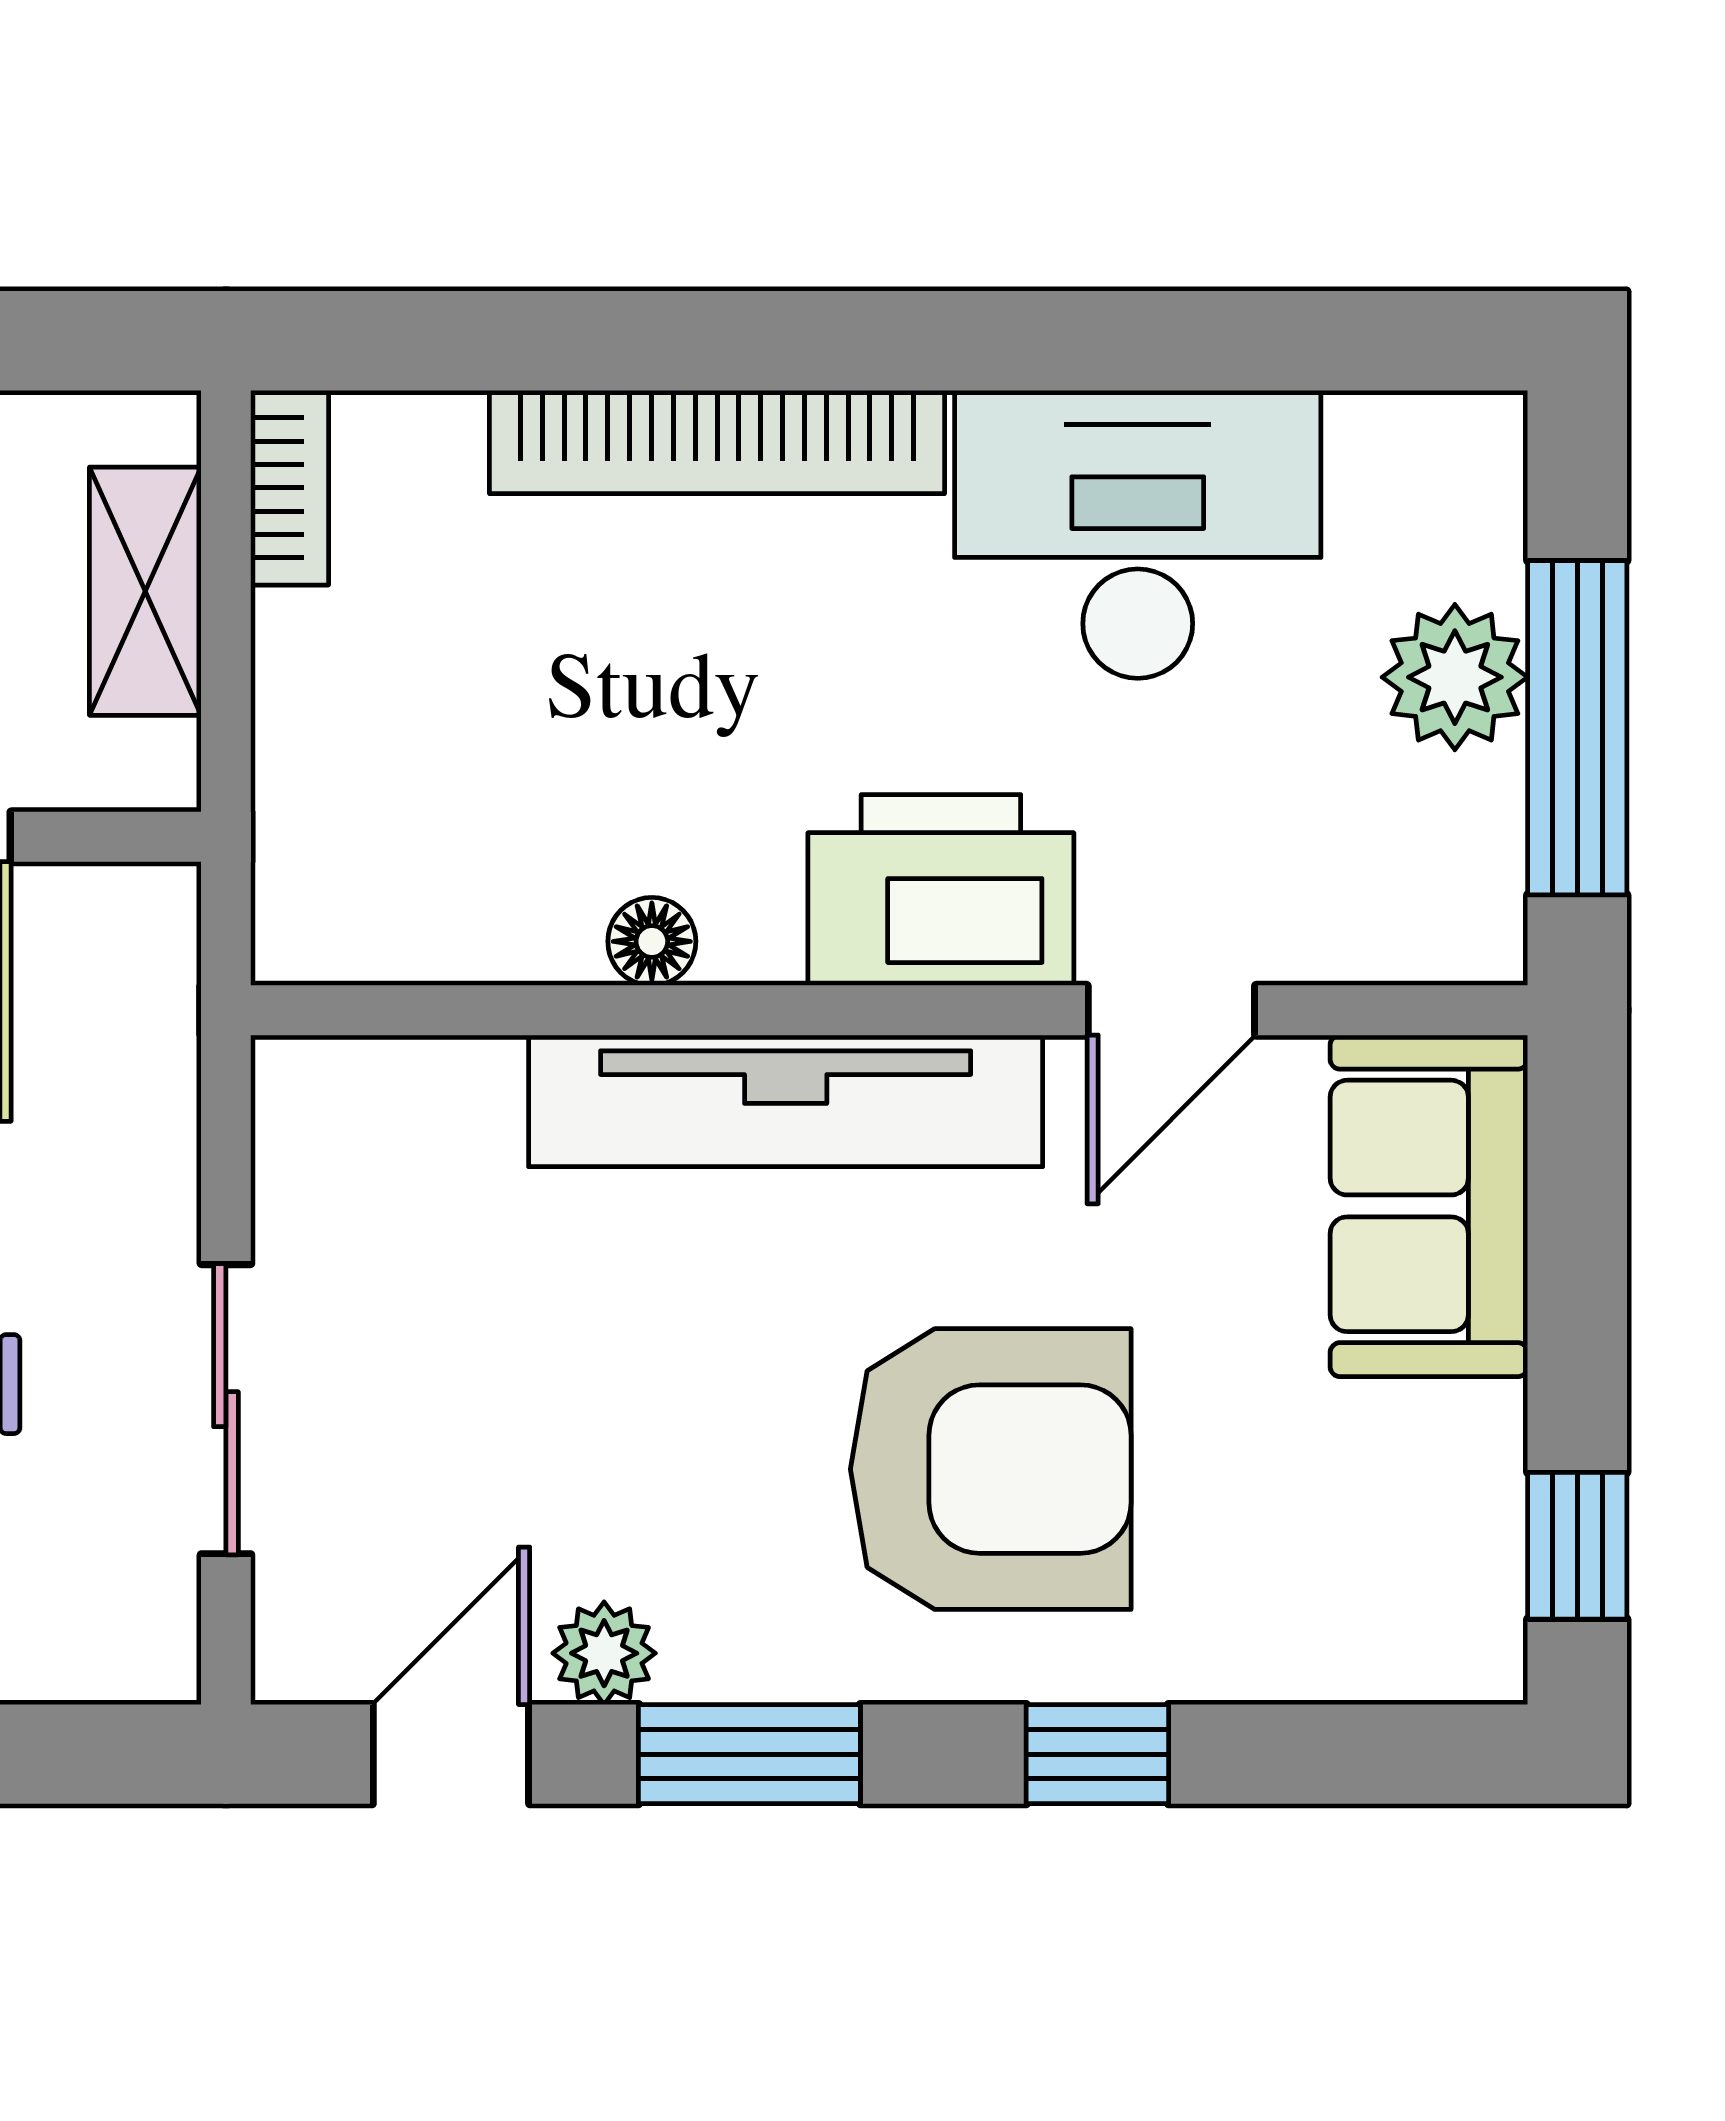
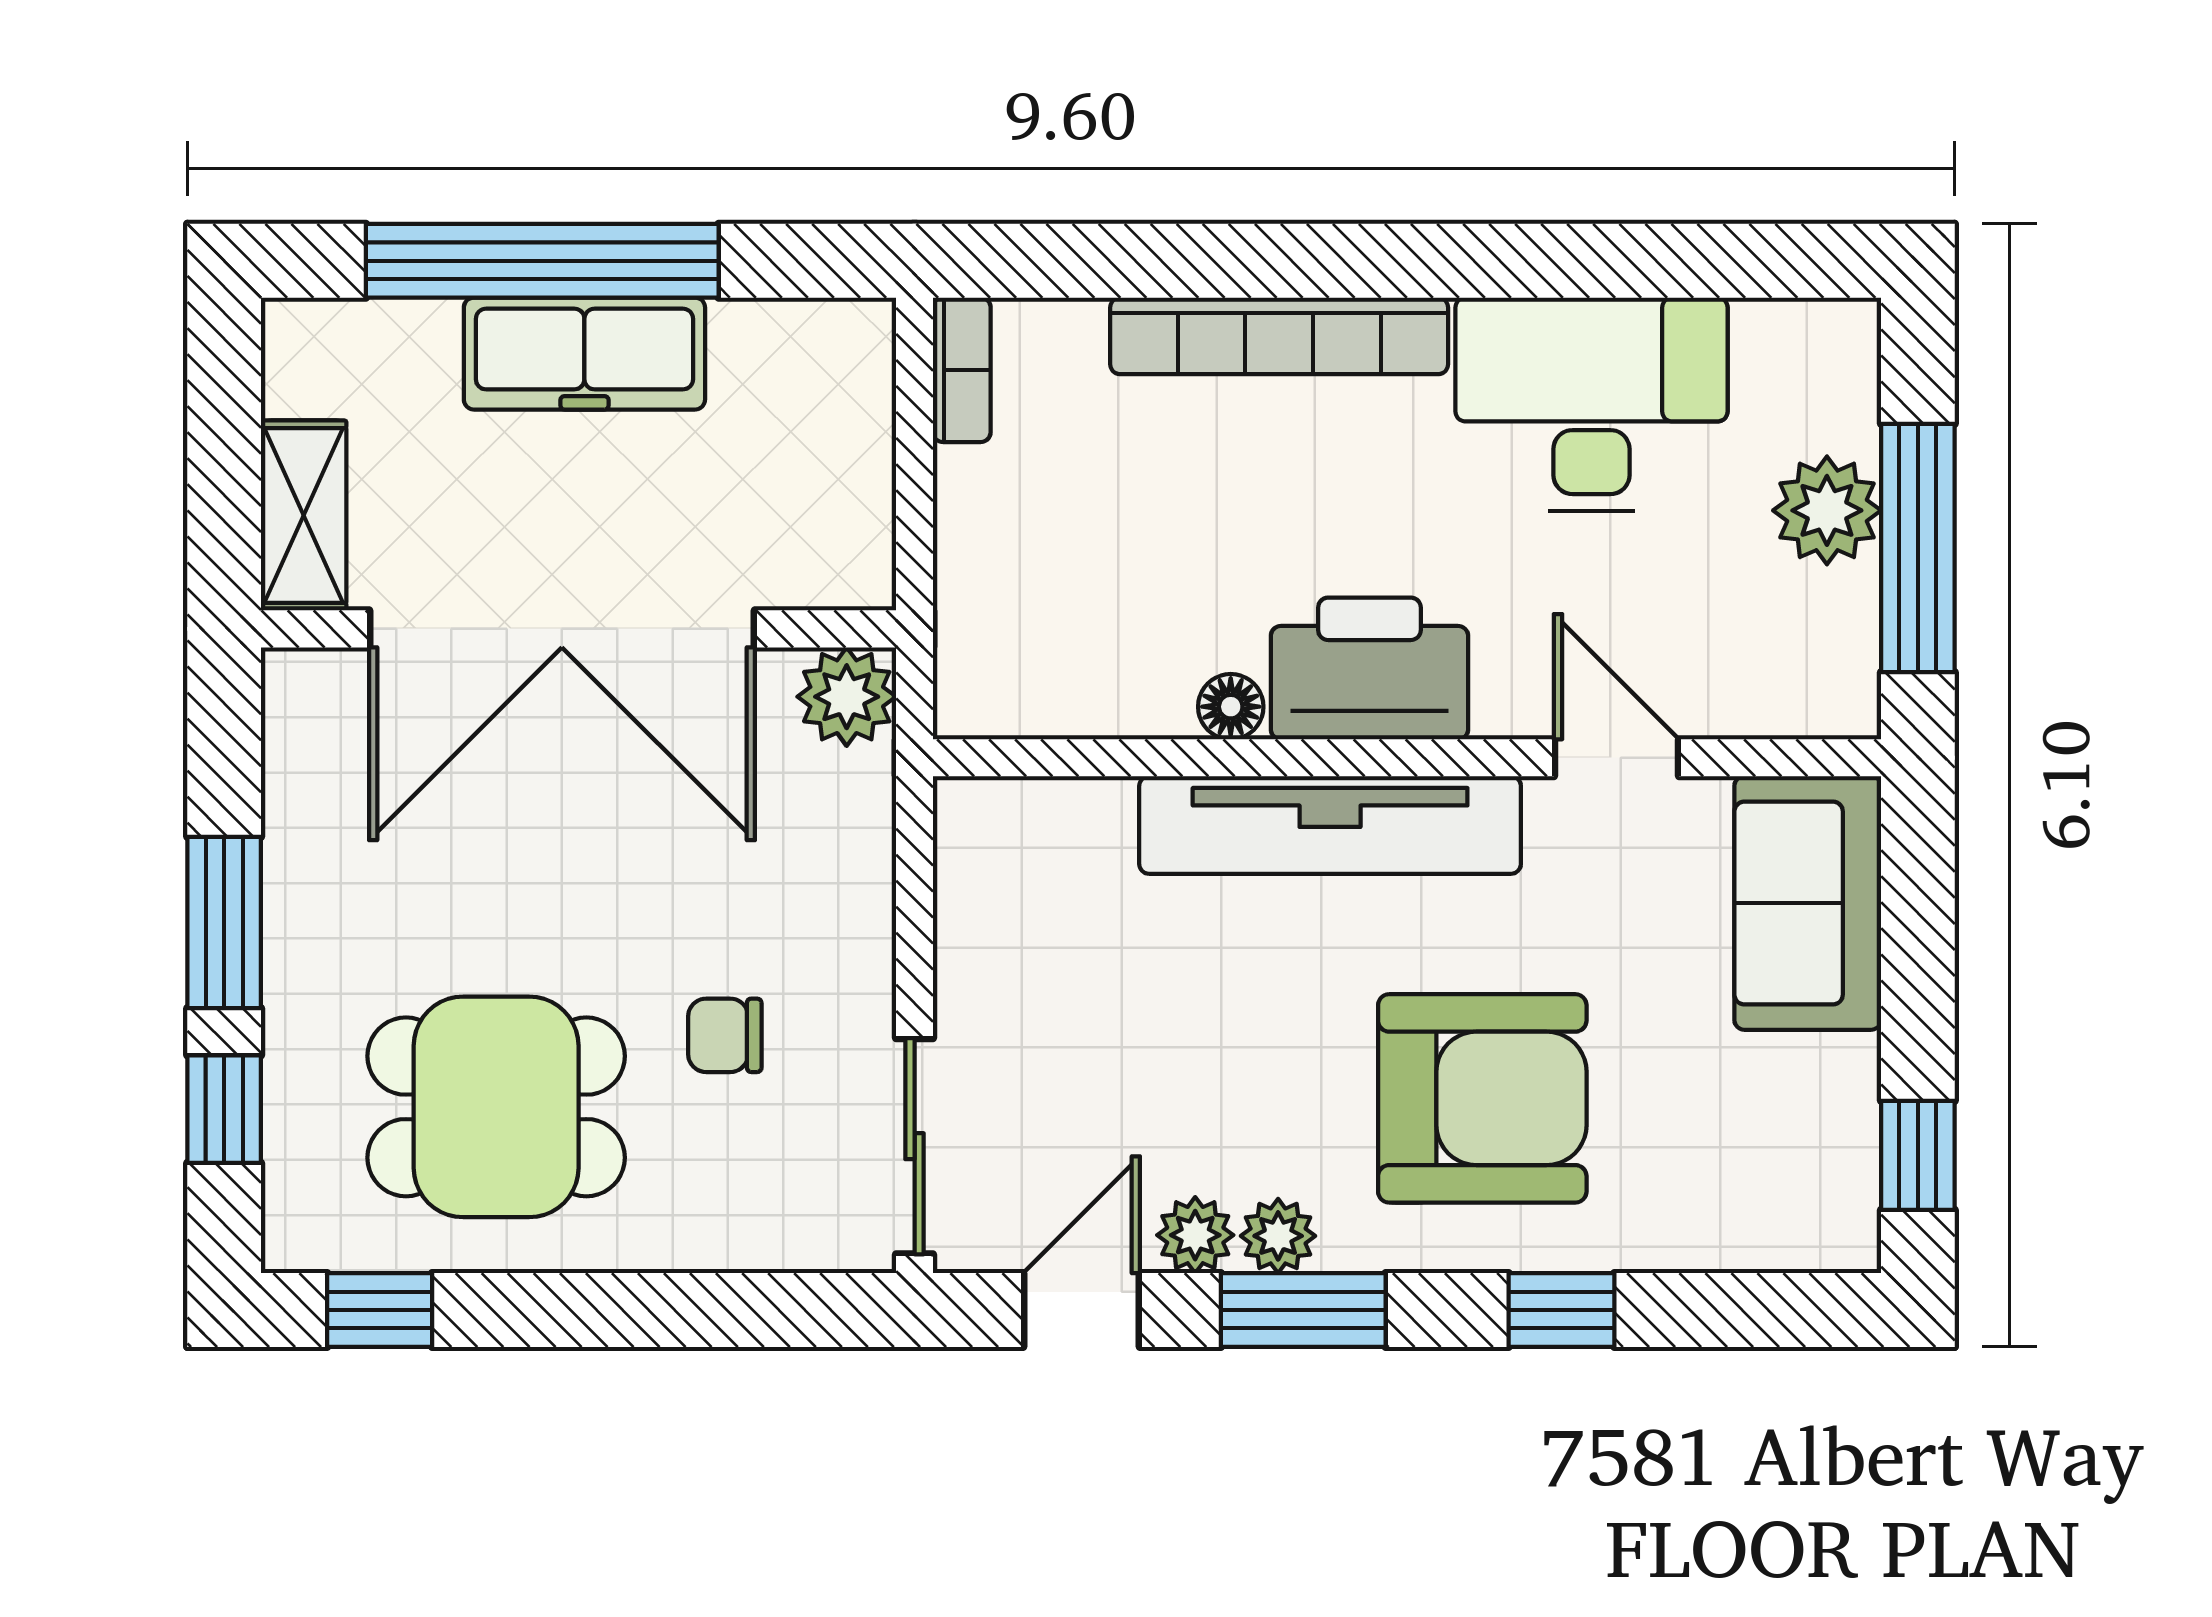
shelving: (145, 591) -> (855, 447), removed
printer: (941, 890) -> (1369, 668), moved
plant: (135, 928) -> (847, 697), added
door: (1171, 1010) -> (1616, 758), swing flipped
sliding door: (226, 1409) -> (915, 1146), moved
plant: (716, 1654) -> (1278, 1236), added

